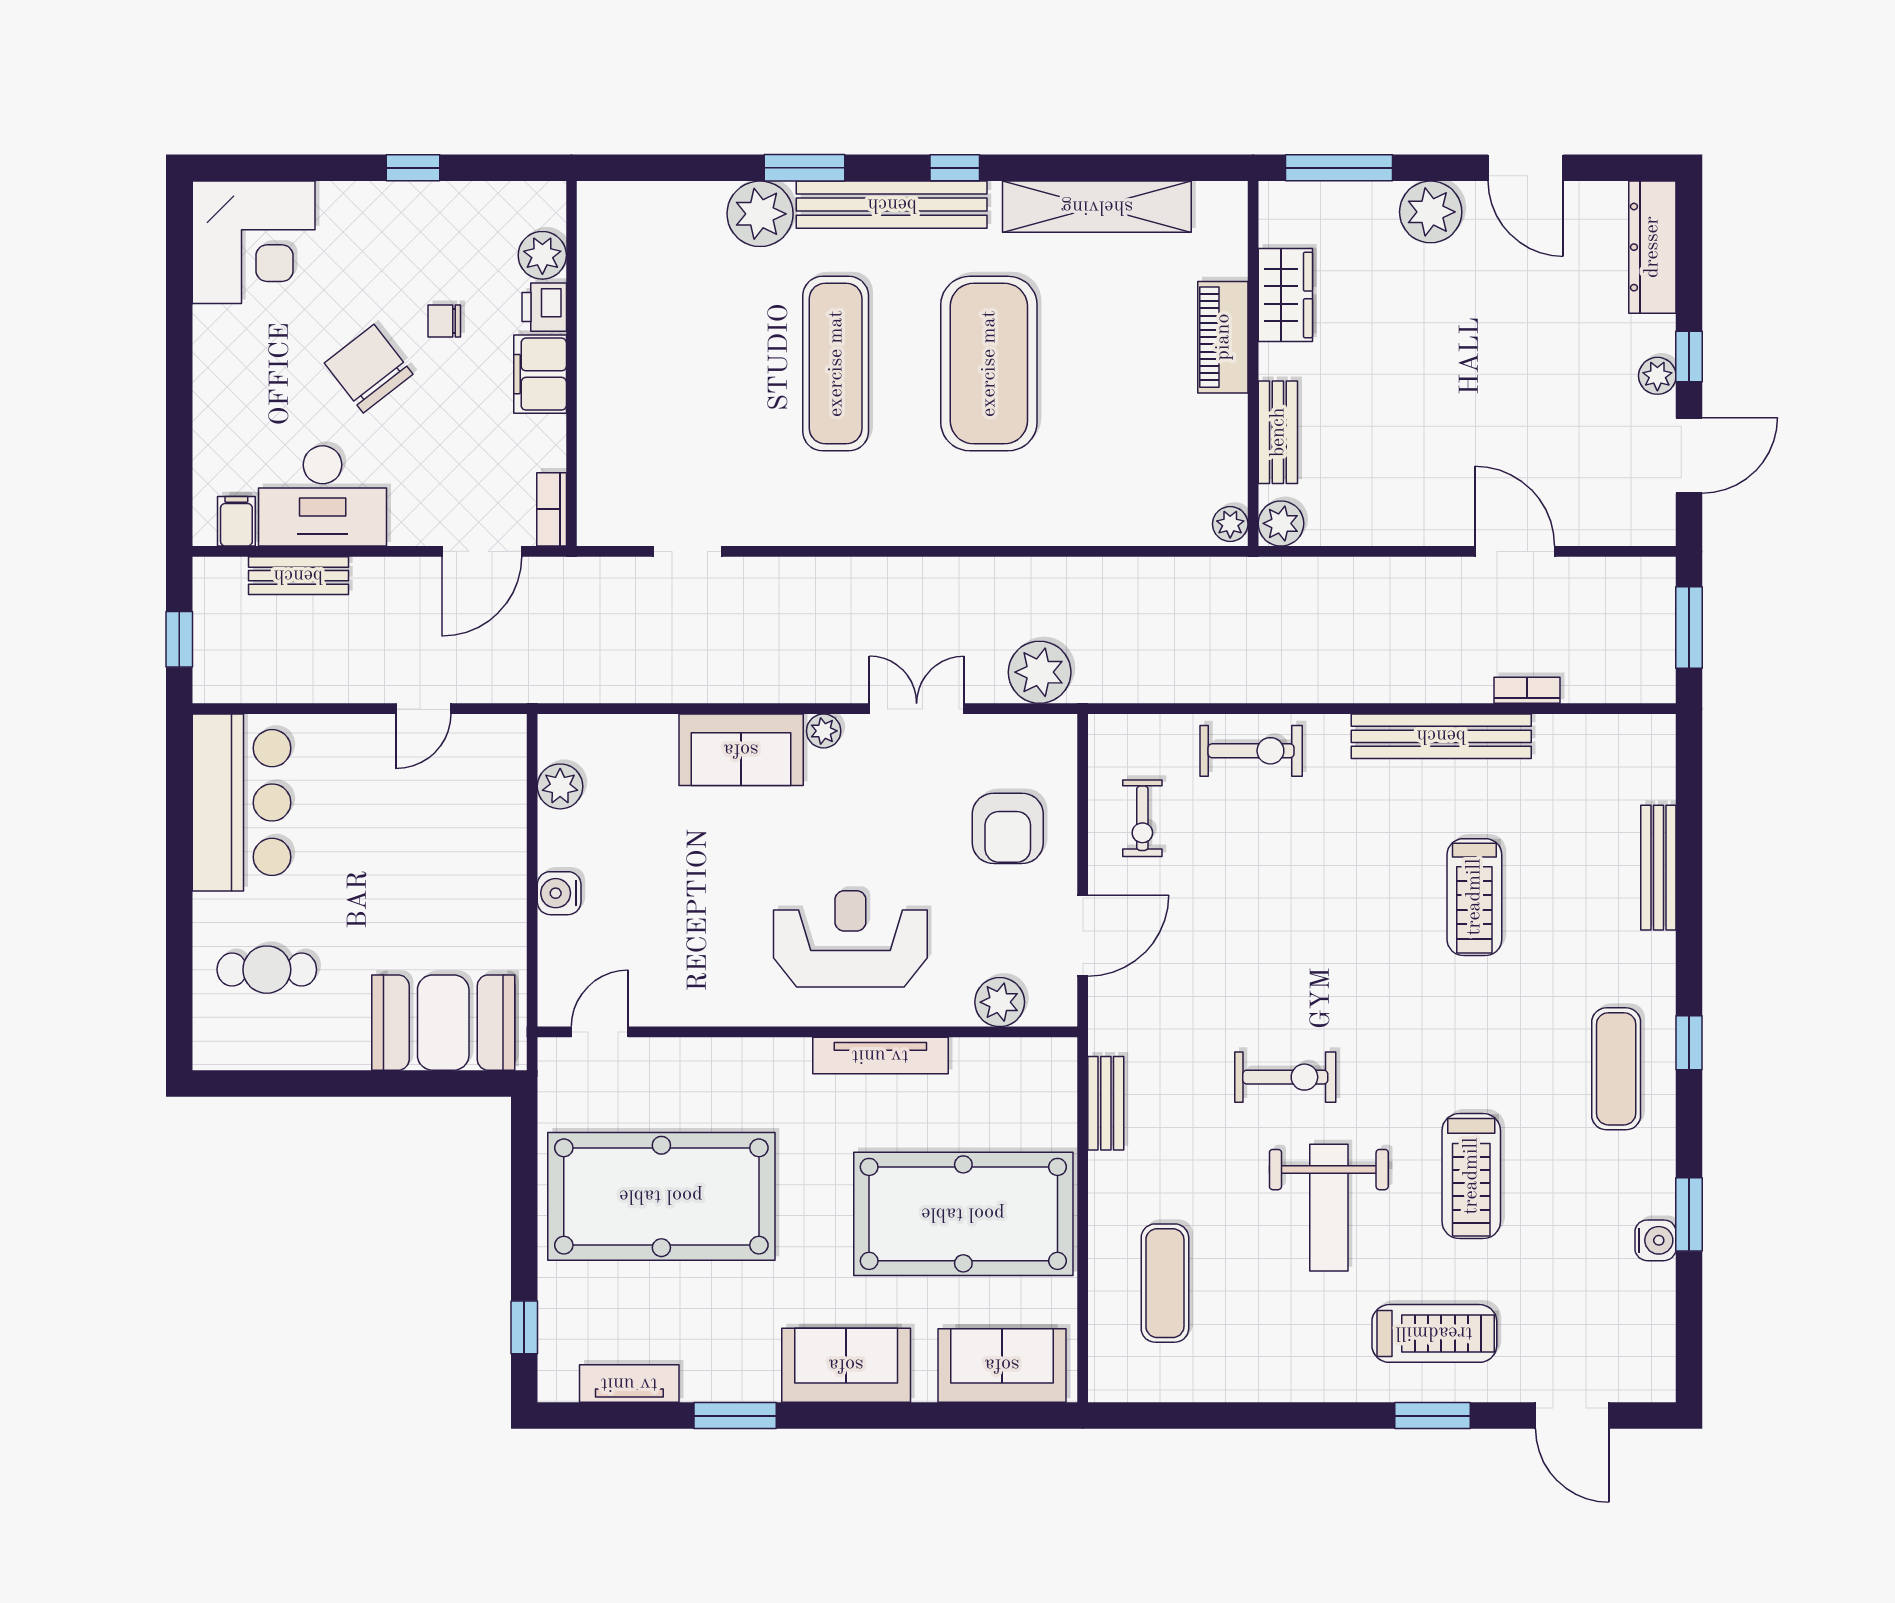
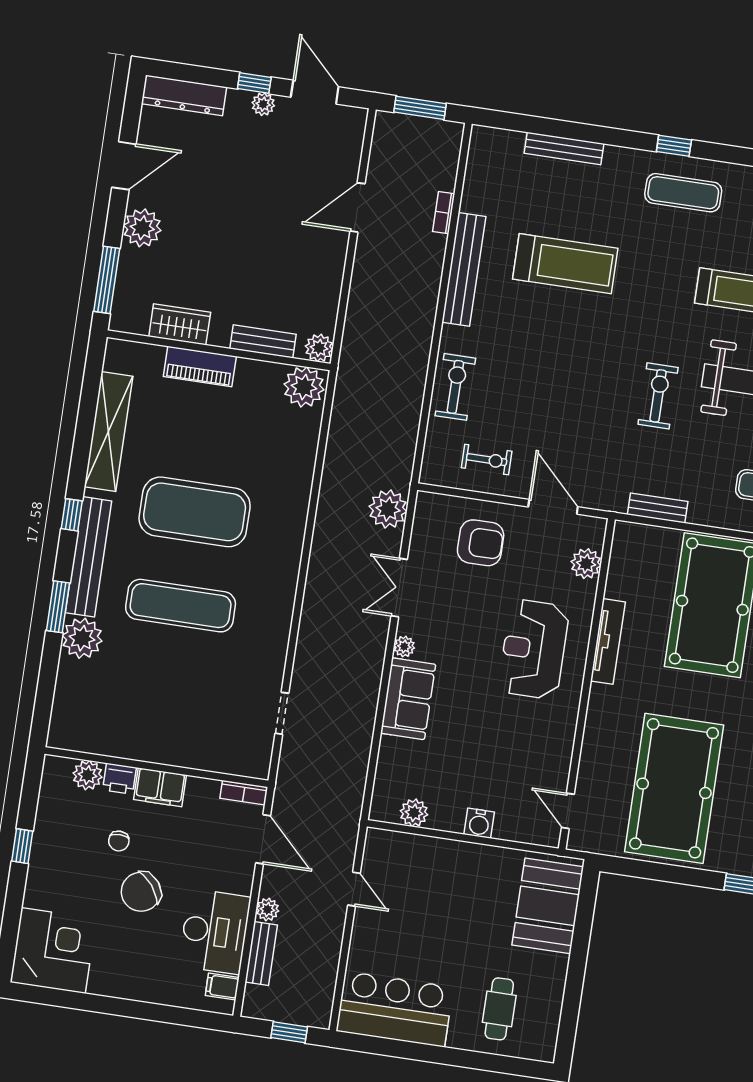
plant: (1230, 524) -> (304, 387), width x1.87, depth x1.87
plant: (370, 575) -> (267, 910), added
treadmill: (1474, 897) -> (565, 264), width x1.37, depth x1.38

